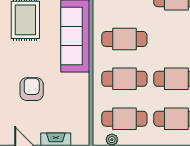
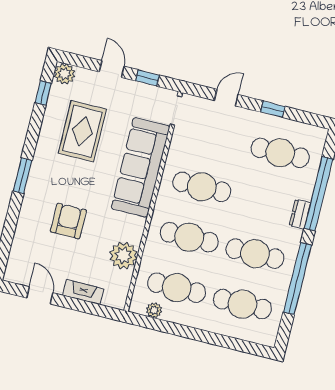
plant: (79, 105) -> (123, 255), added

